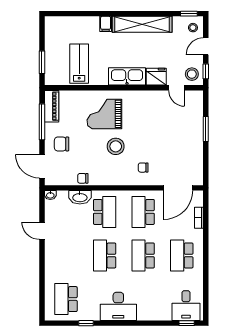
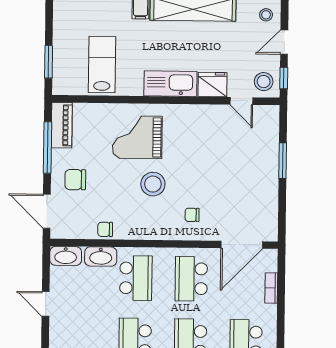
washbasin: (50, 195) -> (66, 256), width x1.91, depth x1.45

